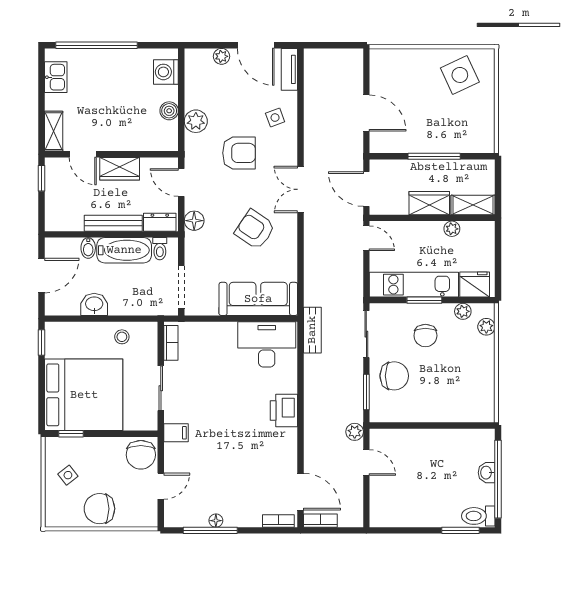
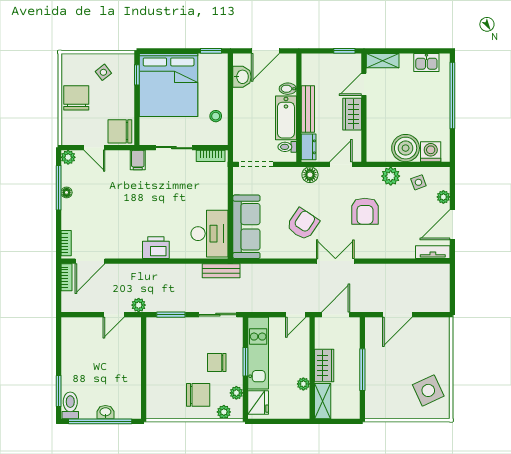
boiler: (169, 111) -> (406, 148), width x1.86, depth x1.86
side table: (275, 118) -> (418, 182), moved
door: (42, 276) -> (265, 51), hinge flipped
washbasin: (94, 304) -> (242, 77), moved
chair: (394, 376) -> (198, 395), moved, turned -90
plant: (173, 519) -> (68, 157), added

